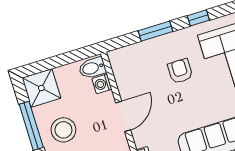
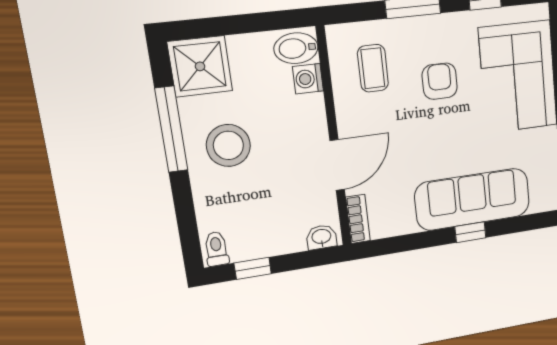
coffee table: (138, 71) -> (373, 68), added
door: (123, 116) -> (337, 165), moved

